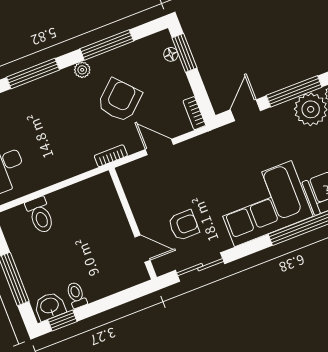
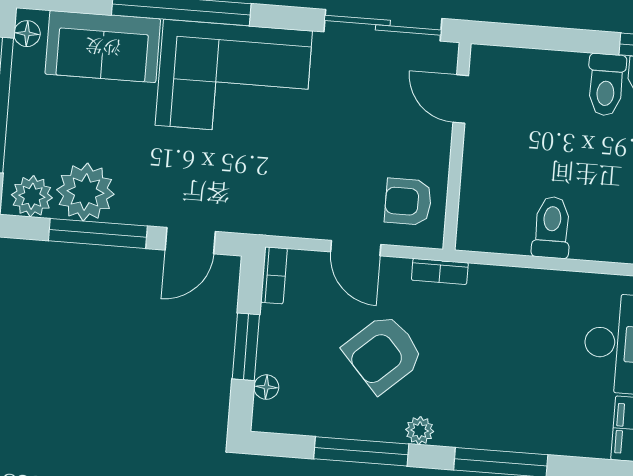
window: (185, 53) -> (246, 347), moved
toilet: (40, 215) -> (552, 227), moved
armchair: (184, 225) -> (408, 202), moved
sliding door: (200, 267) -> (383, 25), width x1.37
toilet: (76, 295) -> (606, 85), width x1.37, depth x1.39

